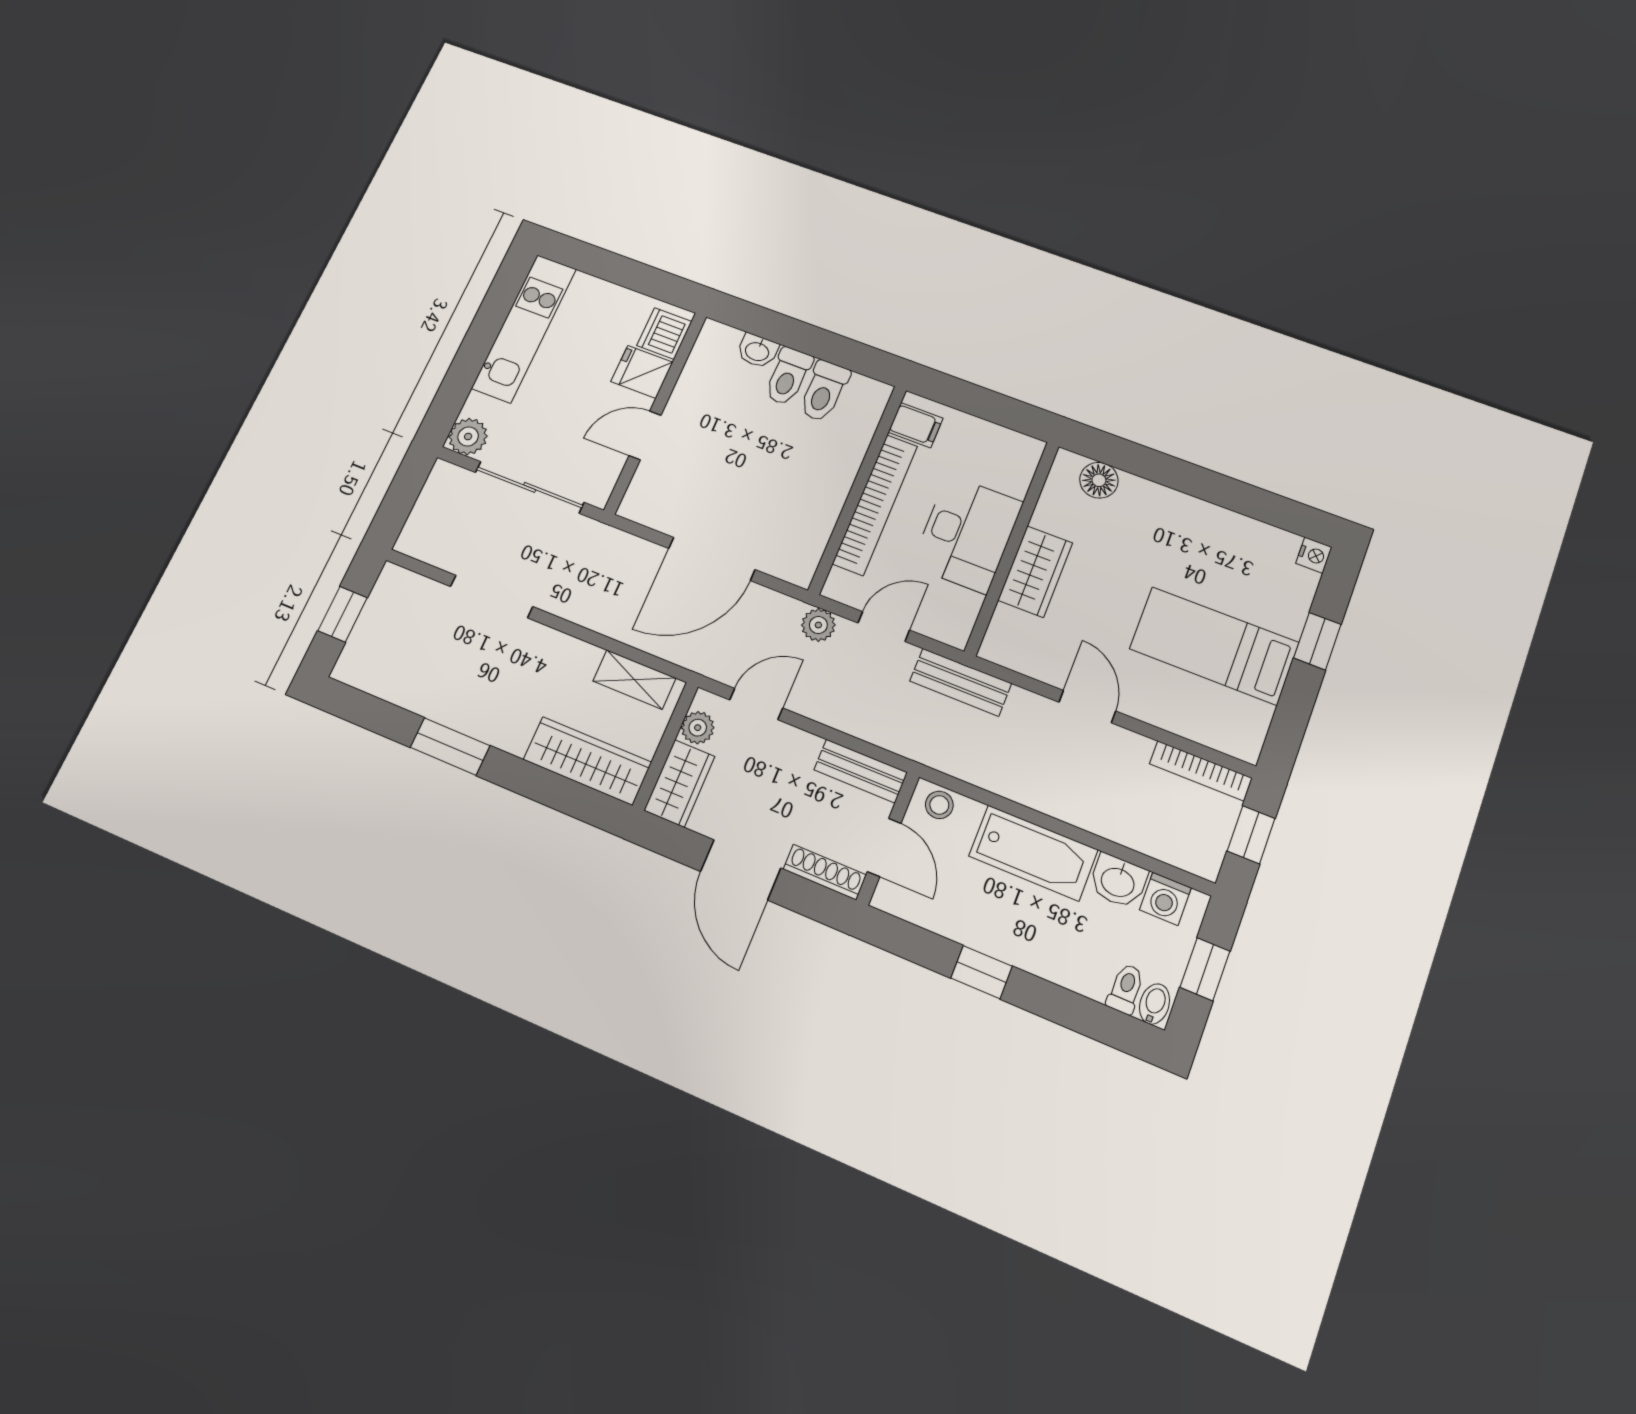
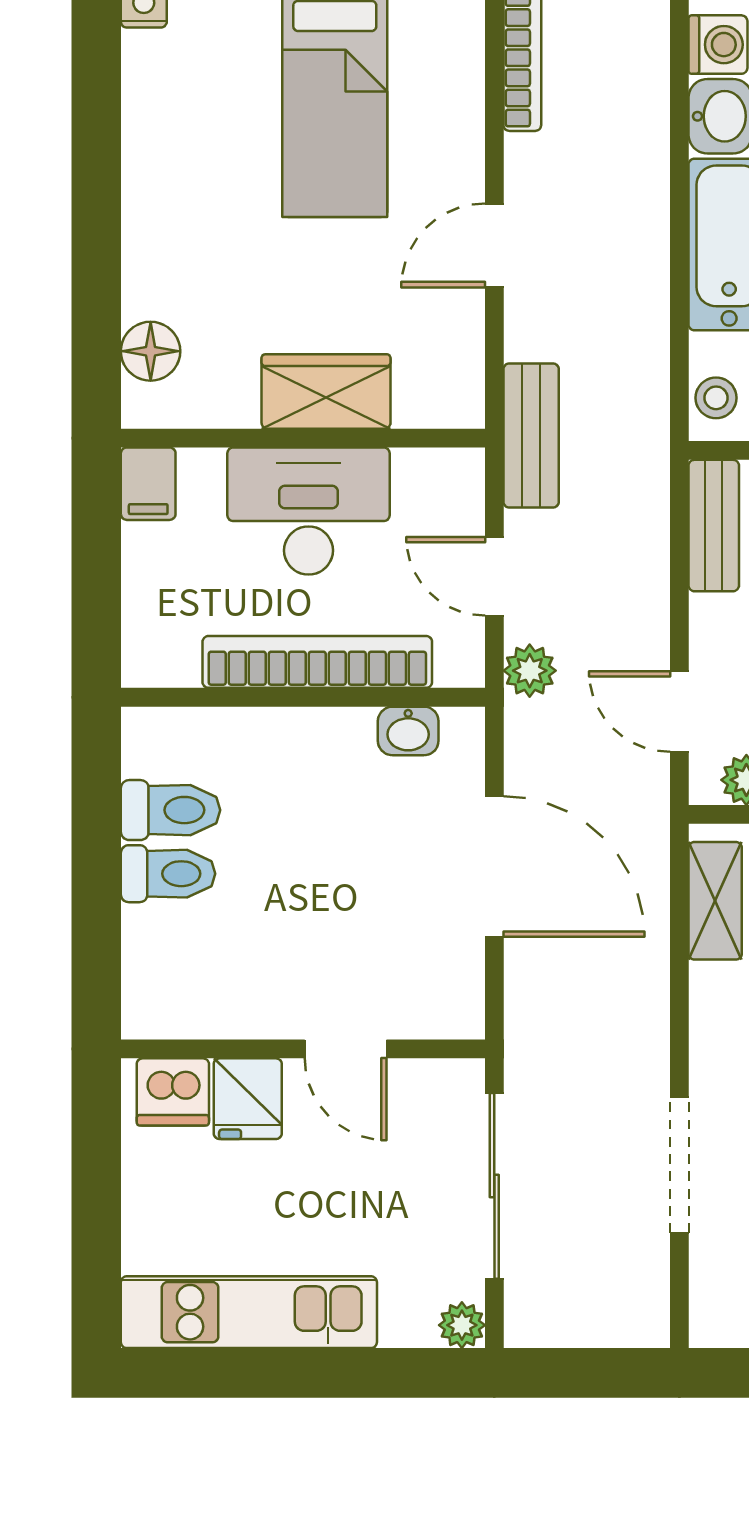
washbasin: (757, 351) -> (408, 731), moved, turned 90
filing cabinet: (916, 425) -> (148, 484), moved, turned 180
plant: (468, 437) -> (462, 1325), width x0.73, depth x0.73

